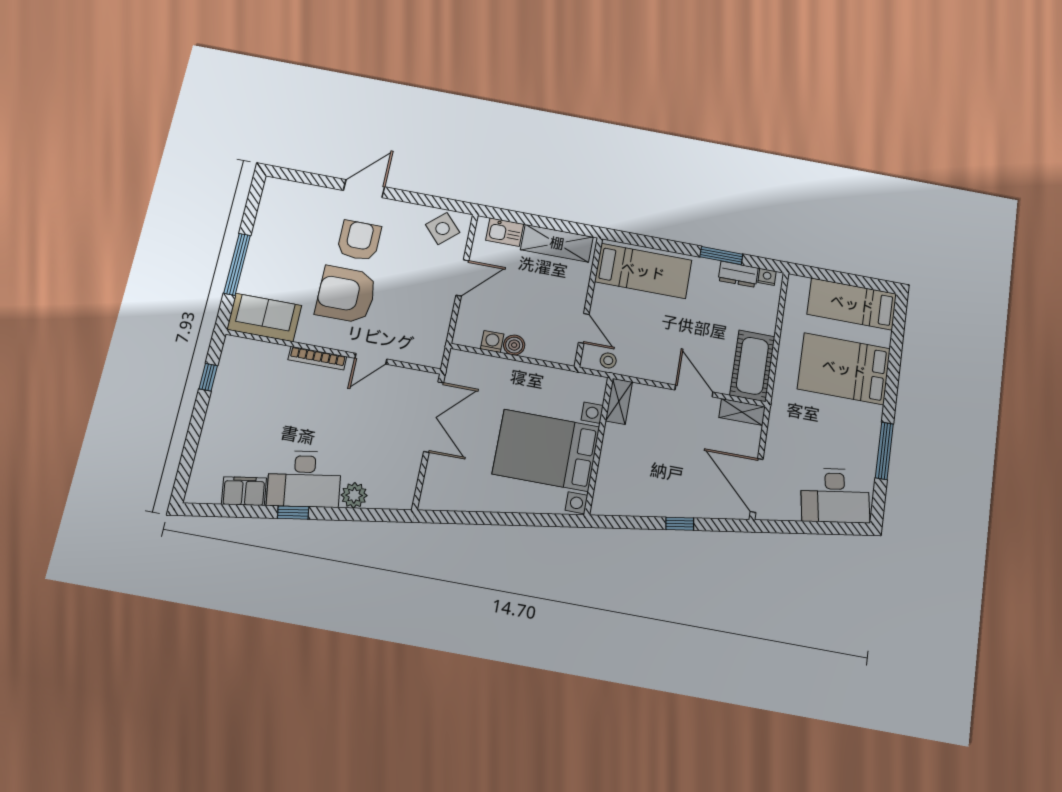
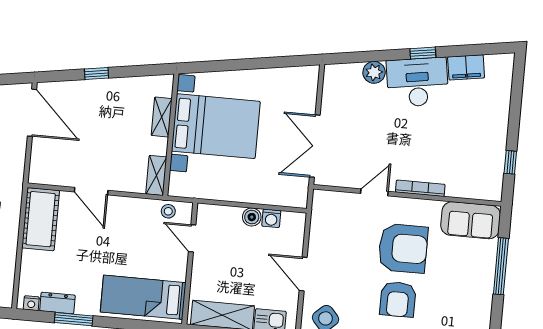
door: (462, 278) -> (303, 274), hinge flipped
shelving: (742, 412) -> (162, 117), moved, turned 90

